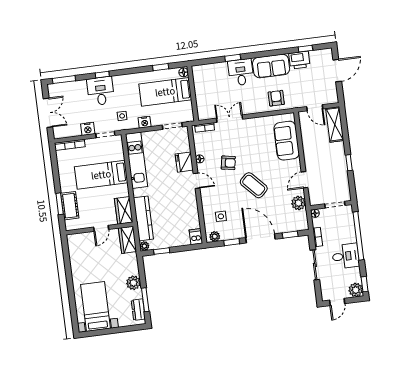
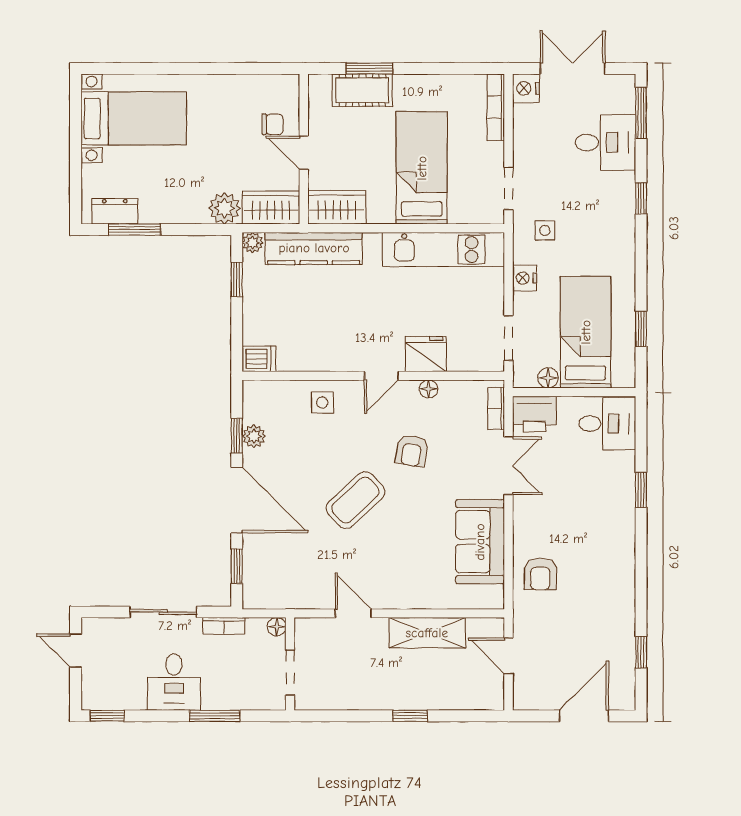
printer: (299, 60) -> (534, 414), moved, turned -90
sofa: (271, 66) -> (613, 572), removed
door: (337, 71) -> (584, 716), swing flipped
floor lamp: (184, 72) -> (548, 378), moved
desk: (241, 72) -> (607, 424), moved
desk: (101, 91) -> (605, 142), moved
armchair: (276, 98) -> (540, 574), turned 90
door: (315, 108) -> (509, 656), hinge flipped
double door: (48, 113) -> (573, 68), swing flipped
shelving: (335, 124) -> (427, 633), moved
nightstand: (88, 129) -> (526, 88), moved
sofa: (287, 141) -> (480, 542), moved, turned -90
window: (349, 163) -> (410, 716), moved
plant: (298, 203) -> (304, 594), removed
side table: (221, 216) -> (322, 403), moved
plant: (215, 236) -> (254, 436), moved
window: (358, 236) -> (215, 716), width x0.47
door: (260, 238) -> (237, 500), hinge flipped
chair: (90, 244) -> (273, 124), added
plant: (133, 283) -> (224, 208), moved
plant: (356, 290) -> (97, 695), removed

